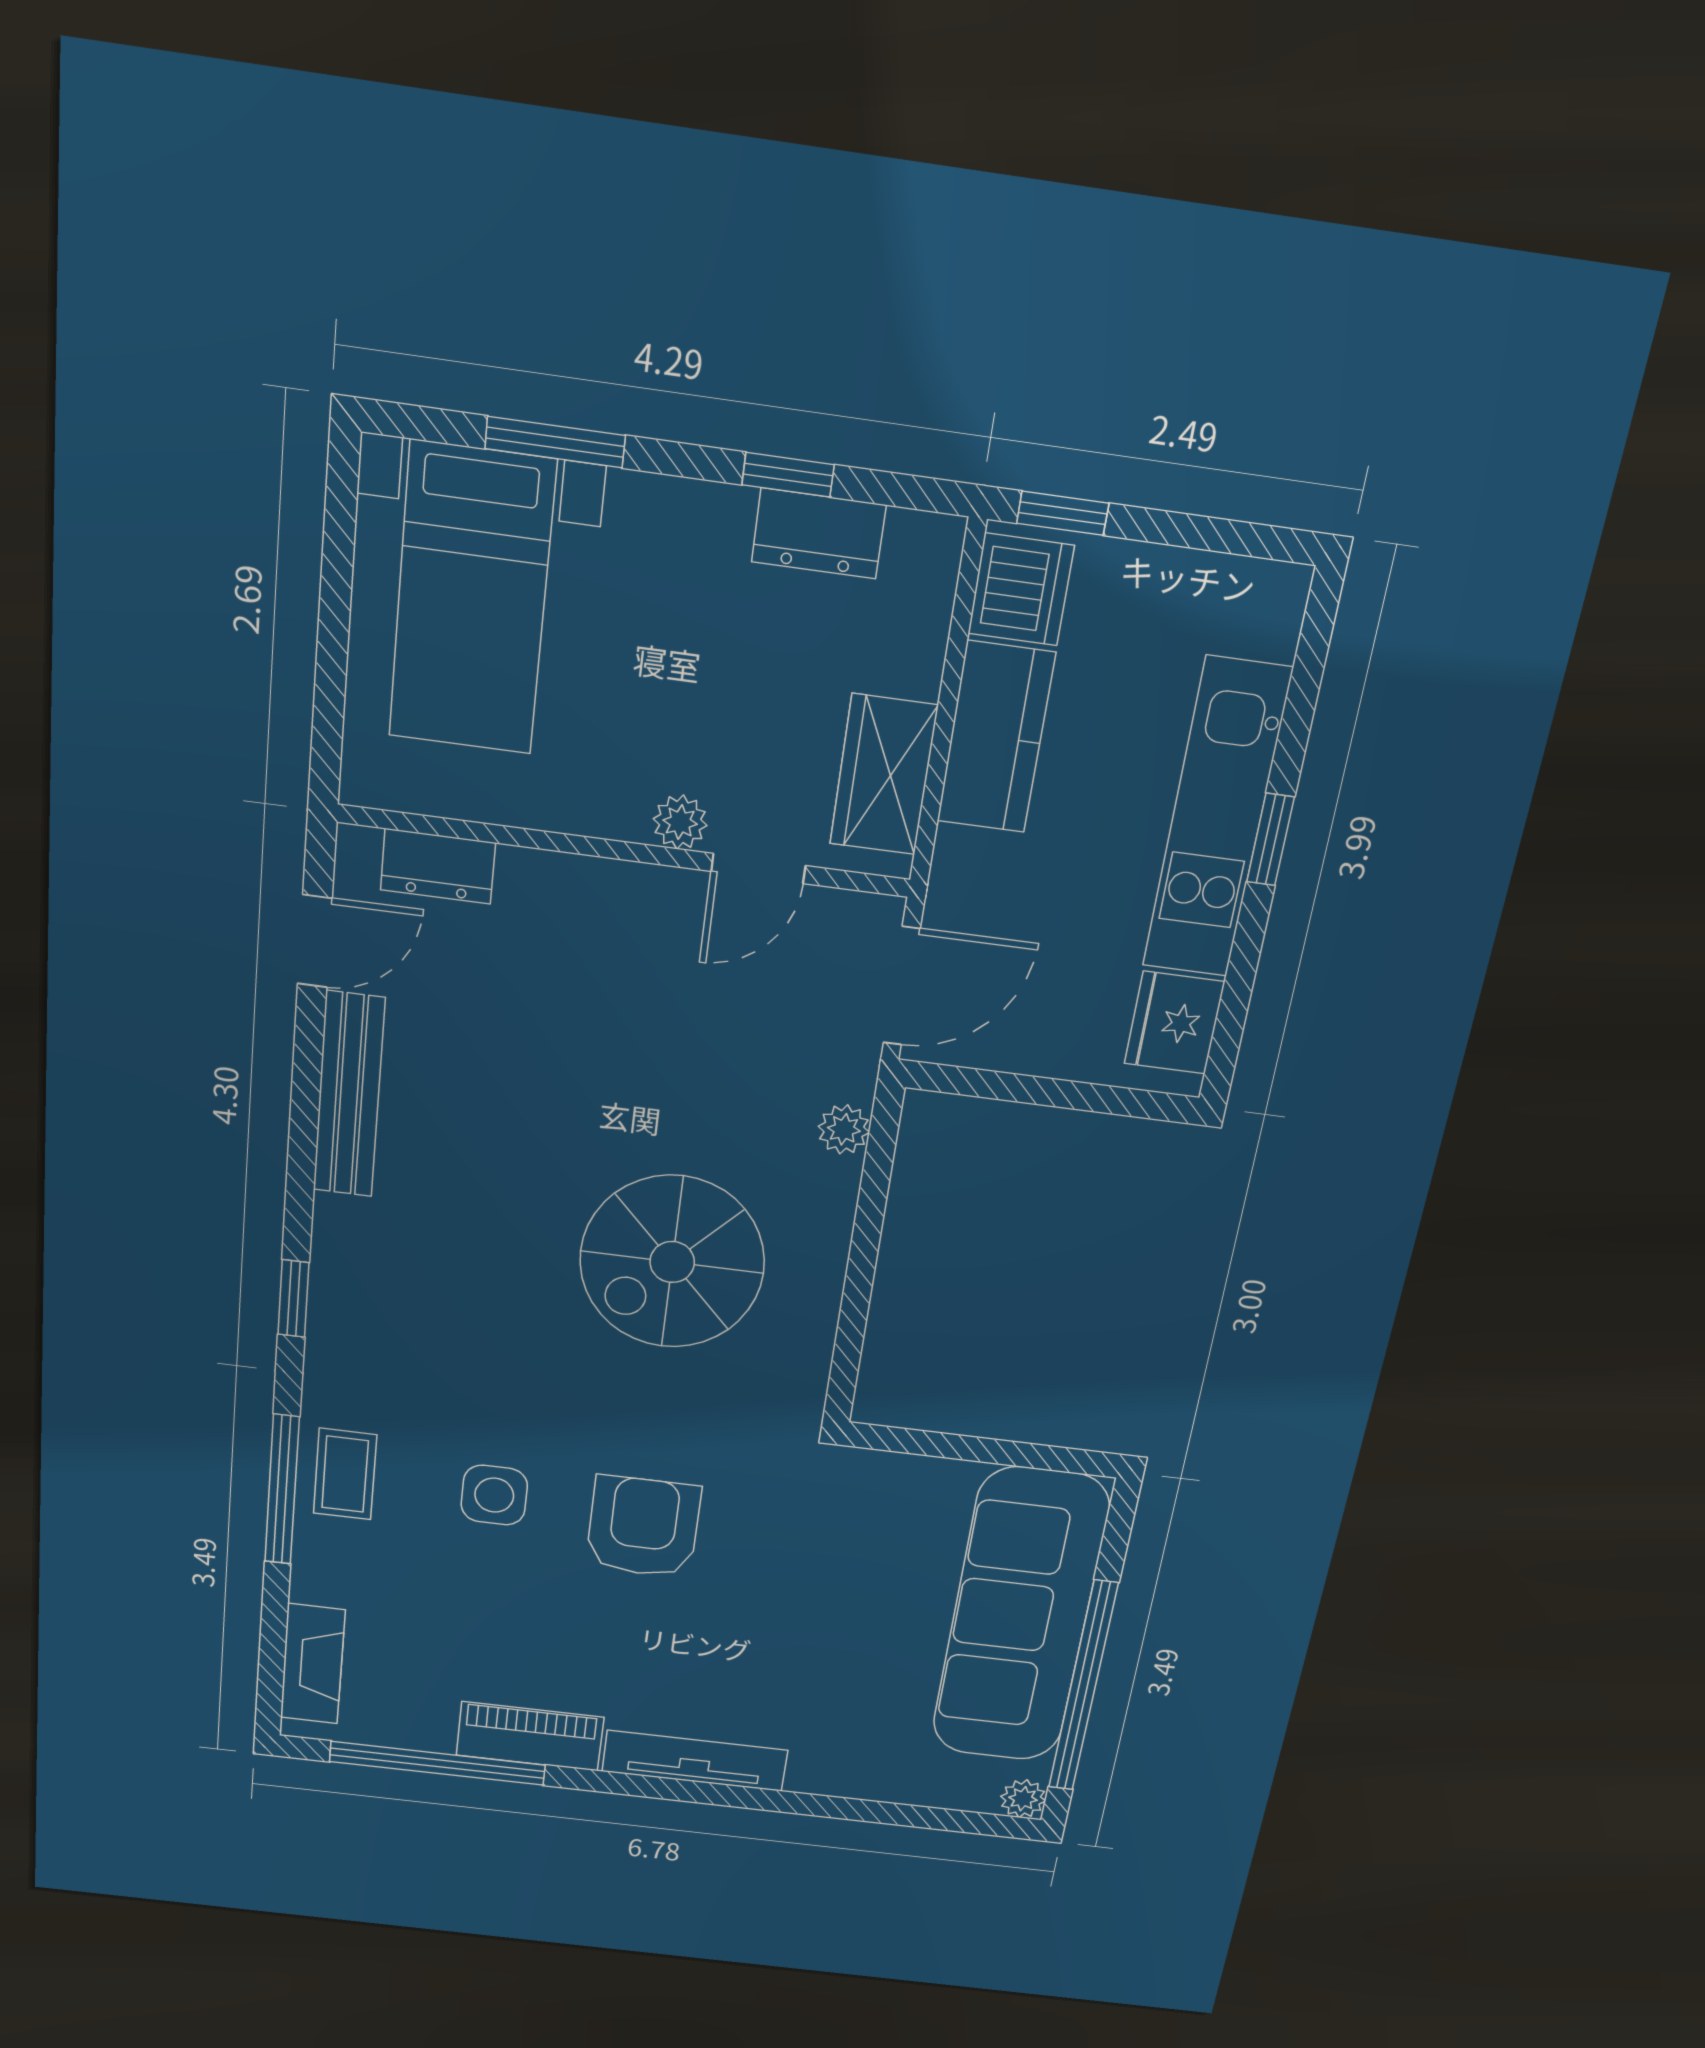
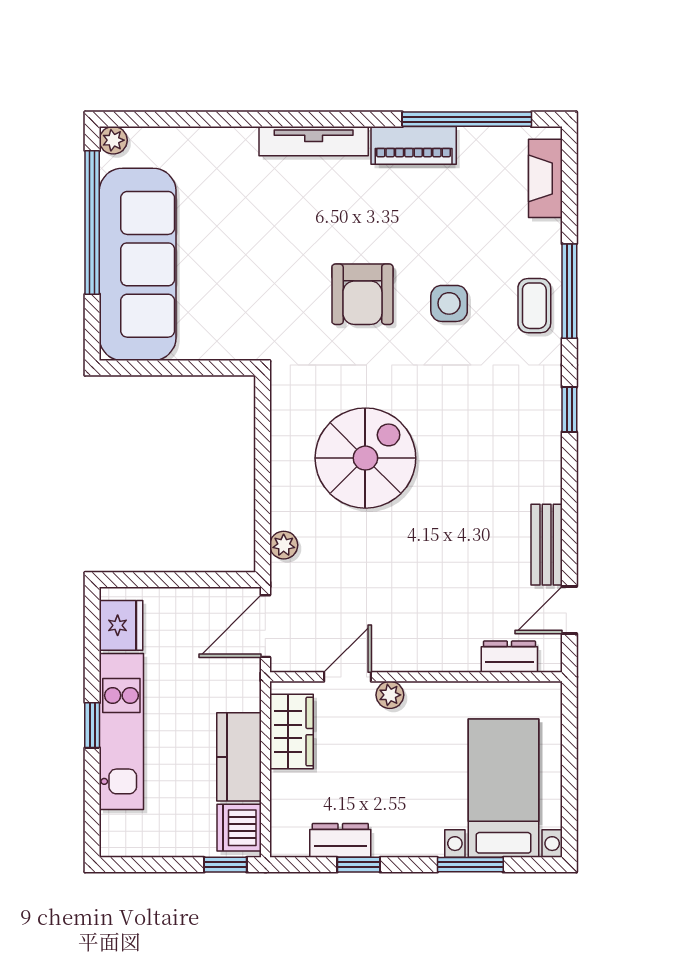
bench: (349, 1095) -> (547, 545), width x0.73

